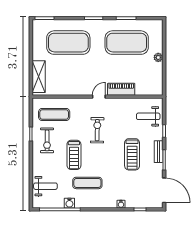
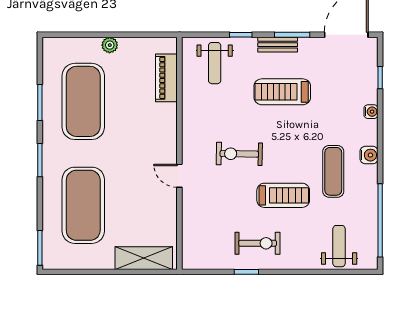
piano: (121, 89) -> (166, 78), moved
door: (99, 97) -> (179, 176), moved
exercise mat: (54, 114) -> (211, 231), removed
treadmill: (132, 154) -> (282, 92), turned 180
water cooler: (69, 203) -> (369, 155), moved

